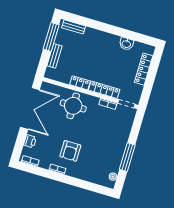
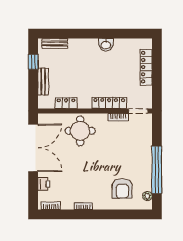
window: (51, 37) -> (33, 62), width x0.46
washbasin: (126, 44) -> (106, 45), moved
locker: (80, 83) -> (66, 103), moved
armchair: (70, 151) -> (122, 188), moved
window: (127, 157) -> (157, 170), width x1.46

